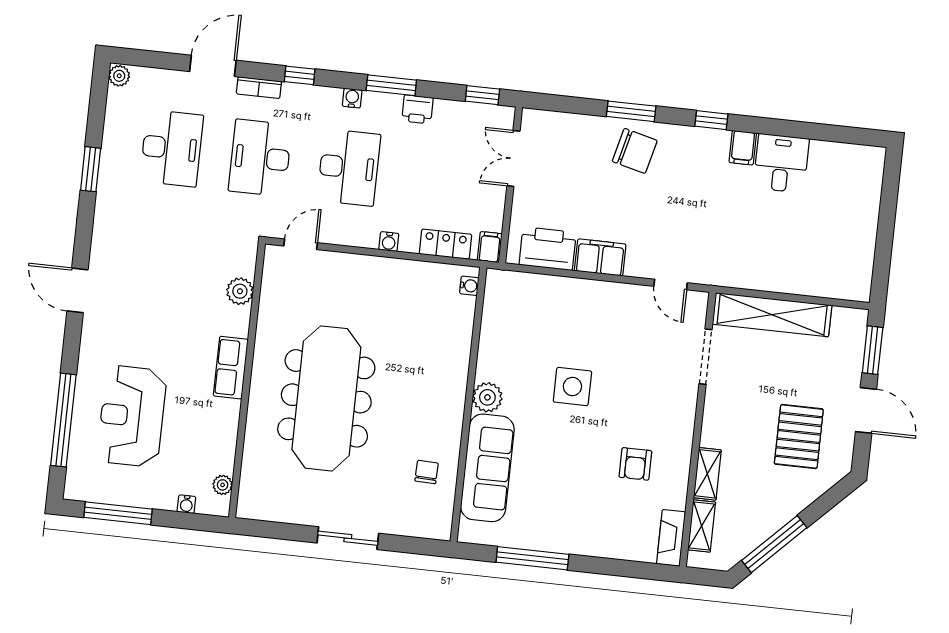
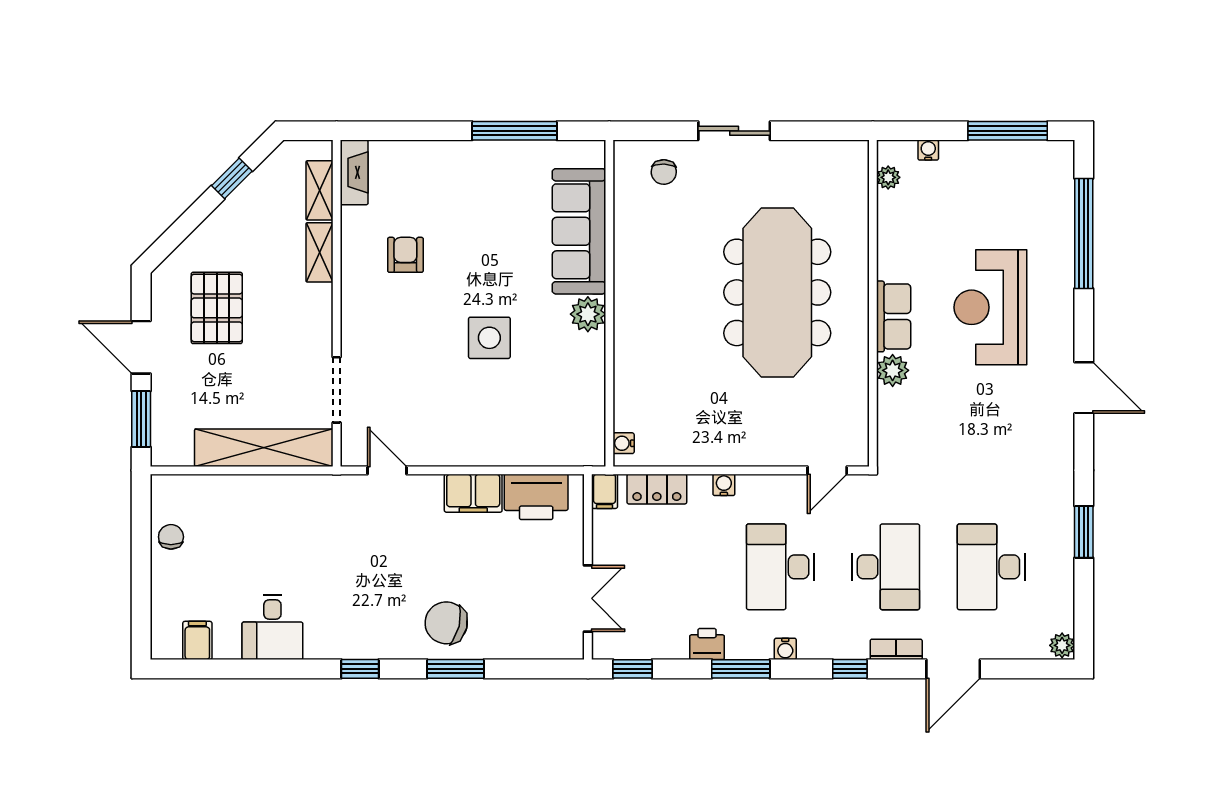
filing cabinet: (743, 148) -> (197, 640), moved
chair: (858, 248) -> (171, 537), added
plant: (240, 291) -> (893, 370), moved
reception desk: (132, 416) -> (990, 307), moved, turned 180
chair: (427, 472) -> (664, 172), moved
window: (774, 544) -> (232, 178), width x0.46

